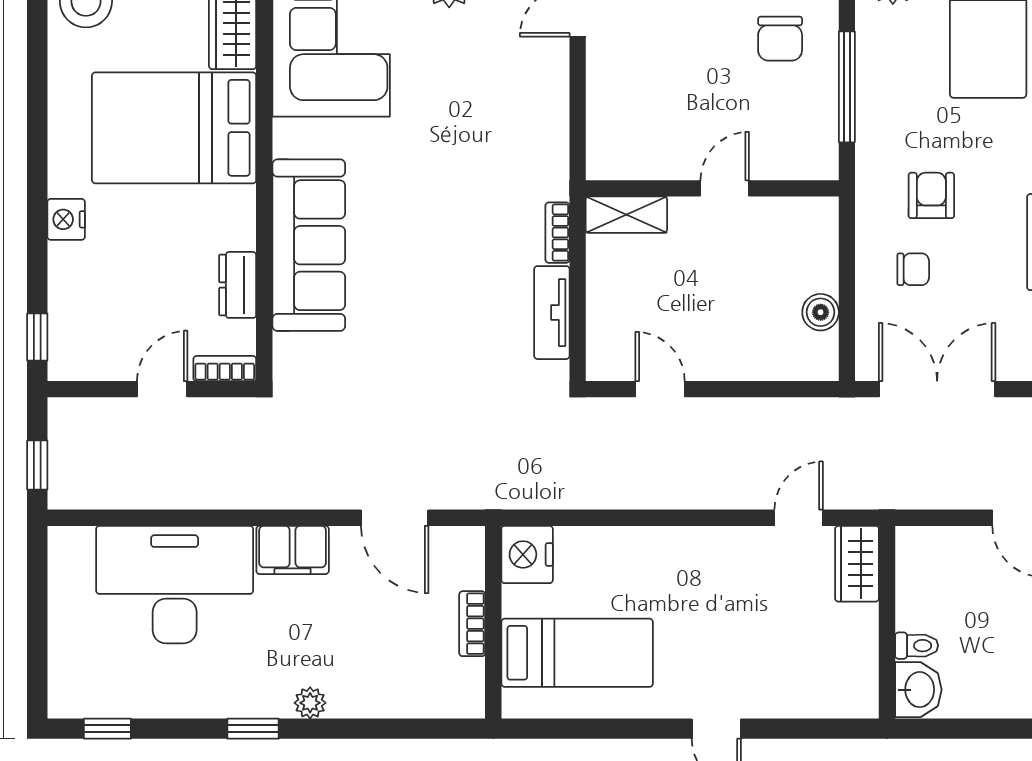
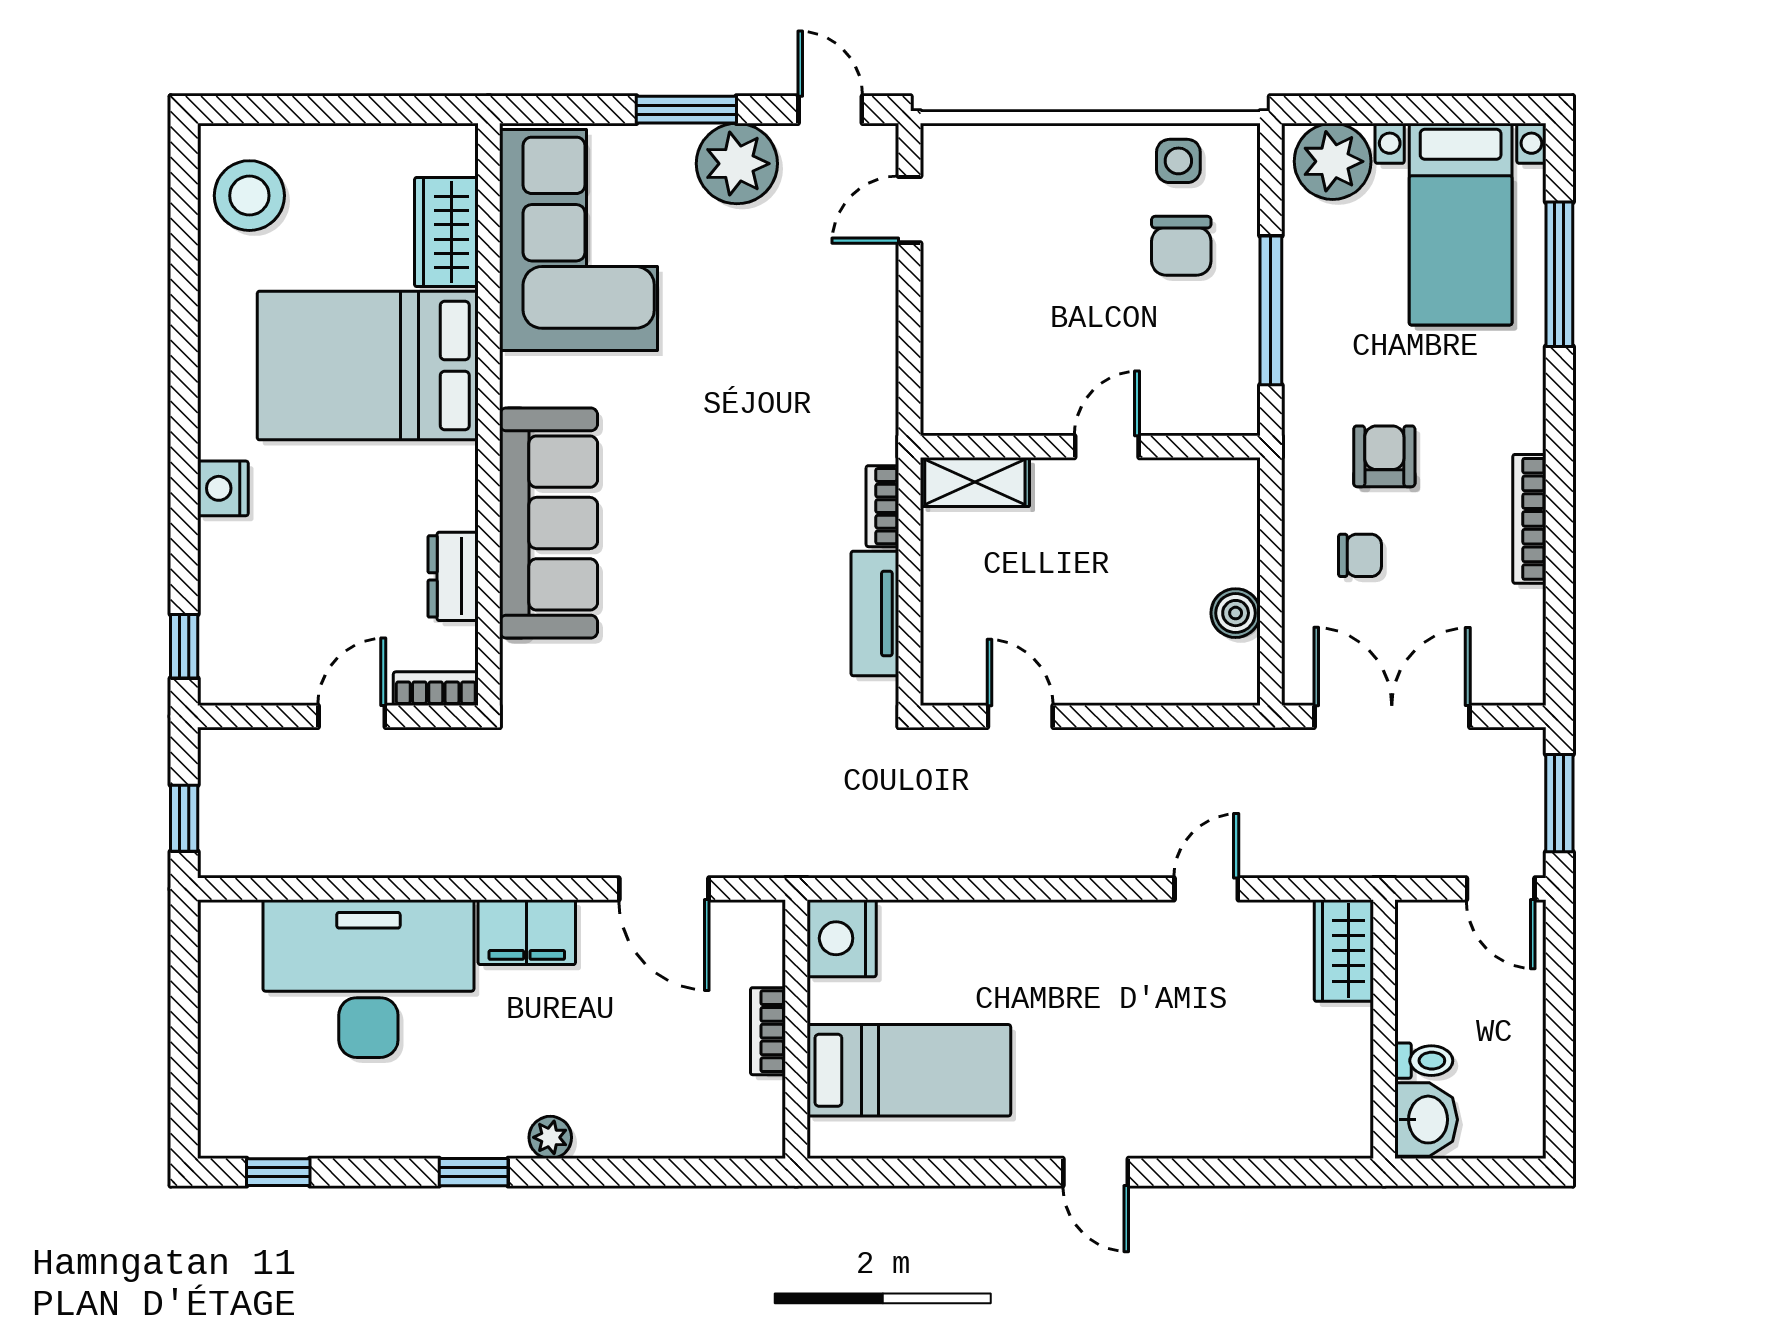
wardrobe: (857, 564) -> (1344, 951), moved
wall: (887, 622) -> (1384, 1029), moved
toilet: (917, 646) -> (1424, 1061), moved
washbasin: (918, 690) -> (1426, 1120), moved

